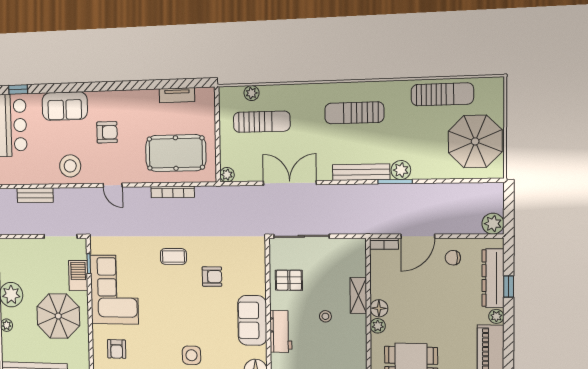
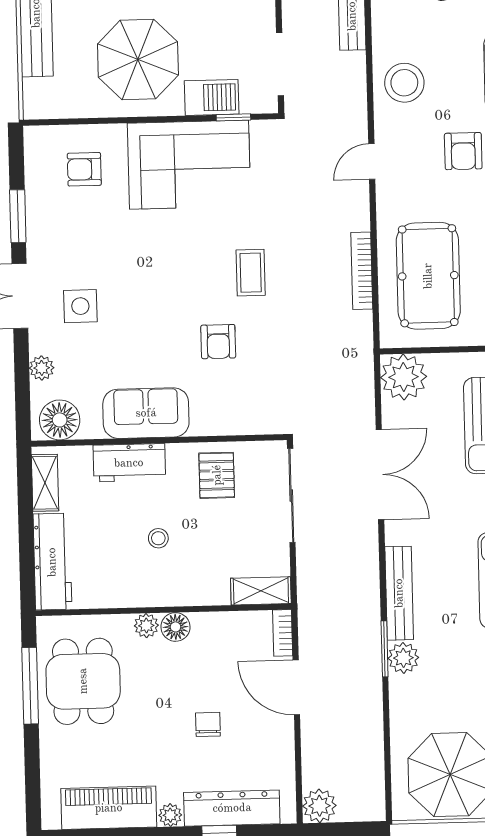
plant: (227, 175) -> (404, 377), width x1.87, depth x1.87
chair: (453, 258) -> (208, 724), moved
shelving: (358, 296) -> (261, 591), moved

